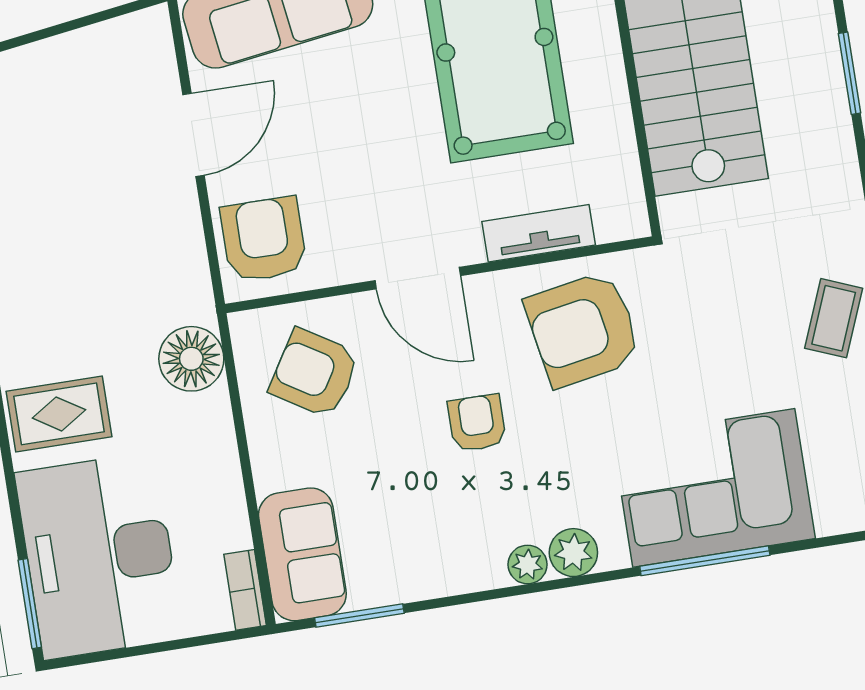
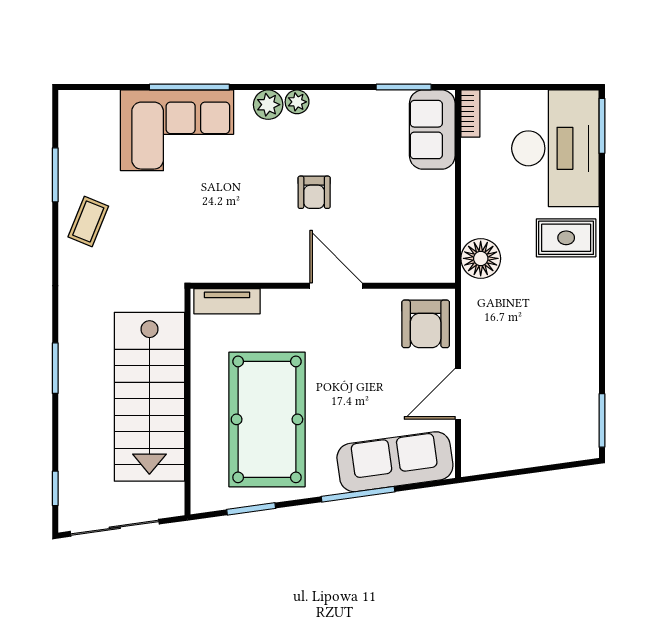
tv unit: (539, 233) -> (227, 301), moved
armchair: (583, 329) -> (241, 239), removed
armchair: (314, 373) -> (408, 238), removed

